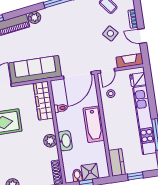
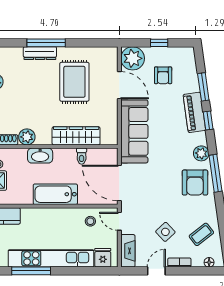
window: (18, 13) -> (208, 120), added
armchair: (68, 16) -> (195, 183), added
plant: (35, 17) -> (201, 153), moved
wardrobe: (43, 101) -> (76, 136), moved
plant: (50, 141) -> (27, 137), moved

